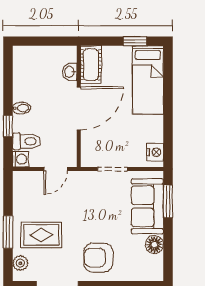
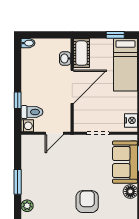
bidet: (21, 108) -> (28, 43), moved
rug: (41, 235) -> (43, 184), removed
armchair: (98, 258) -> (87, 202), turned 90

